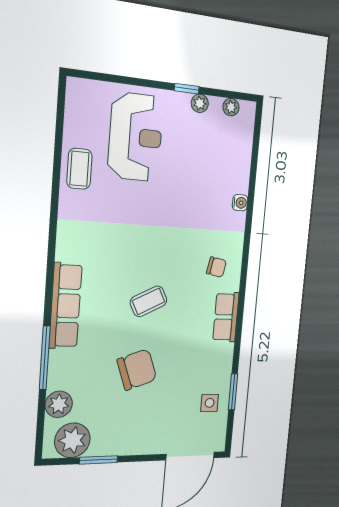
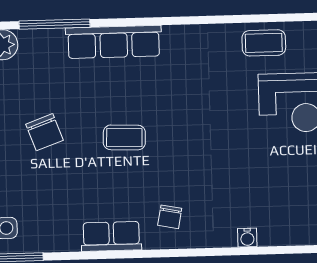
coffee table: (149, 301) -> (124, 137), turned -61
chair: (137, 370) -> (44, 132), width x0.73, depth x0.73

